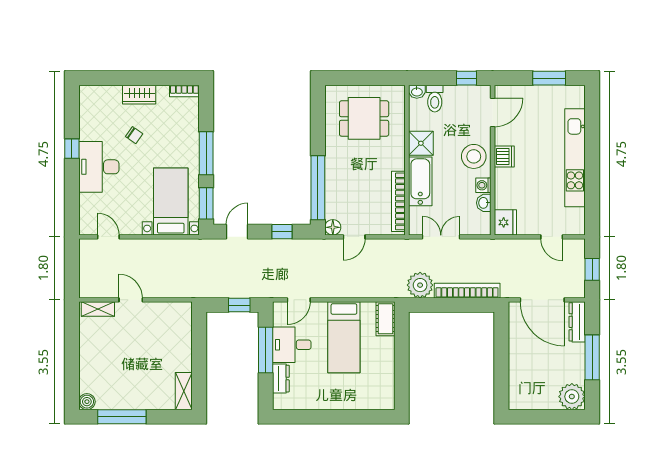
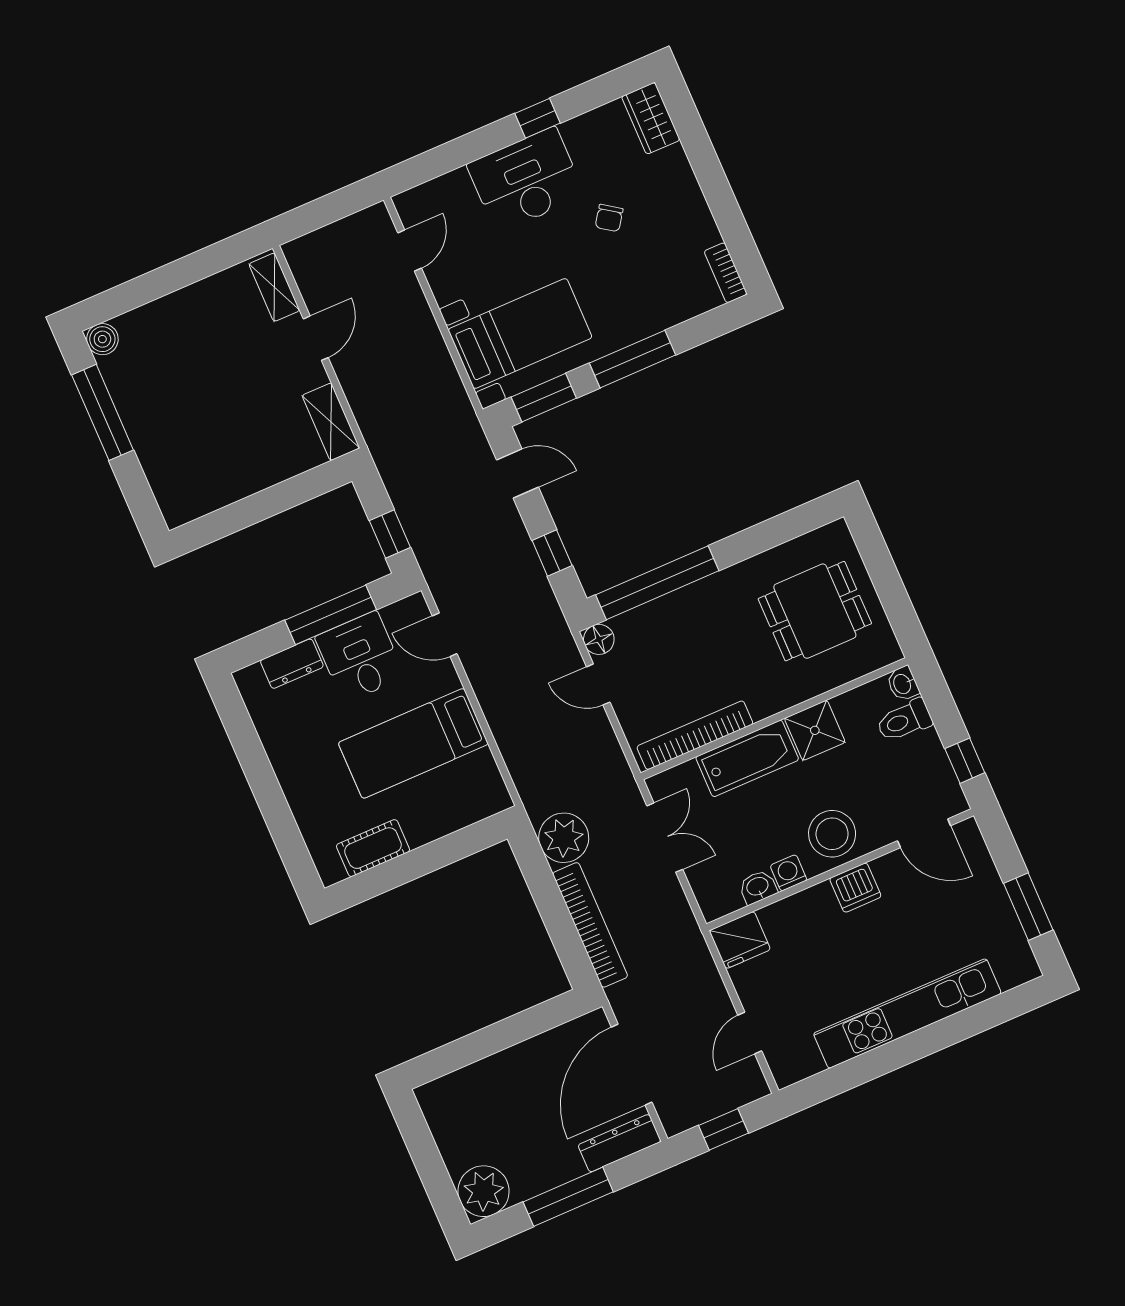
wardrobe: (139, 95) -> (651, 118), moved
dining table: (364, 118) -> (815, 611), turned 90
cot: (385, 319) -> (373, 848), moved
shelving: (184, 391) -> (331, 422), moved, turned 90

